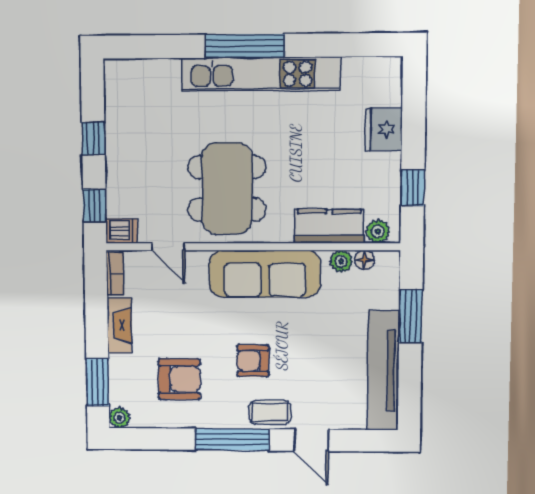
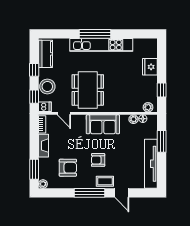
stool: (127, 180) -> (47, 87), added
kitchen counter: (329, 226) -> (45, 54), moved, turned 90
sofa: (265, 274) -> (103, 124), width x0.73

